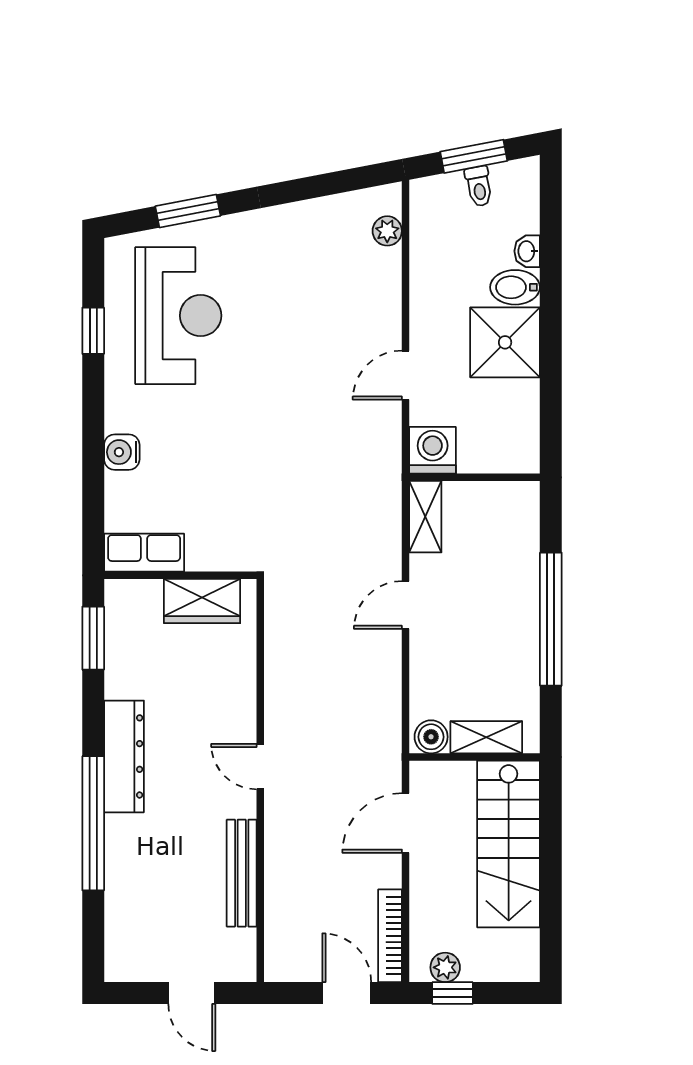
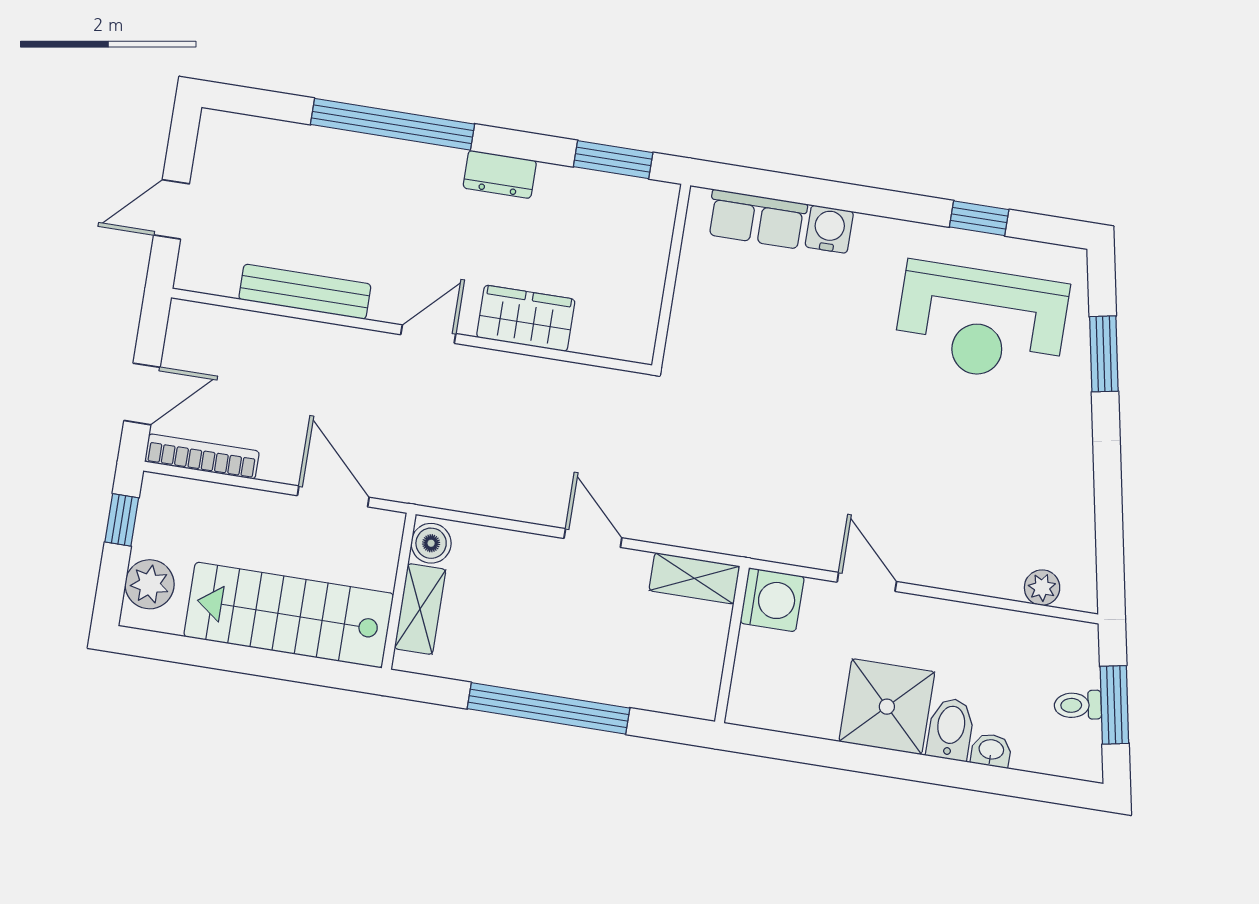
row of seats: (144, 553) -> (757, 219), moved, turned 90
wardrobe: (202, 601) -> (526, 318), moved, turned 90
dresser: (124, 756) -> (500, 174), width x0.51, depth x0.80
plant: (445, 967) -> (150, 584), moved, width x1.38, depth x1.38

